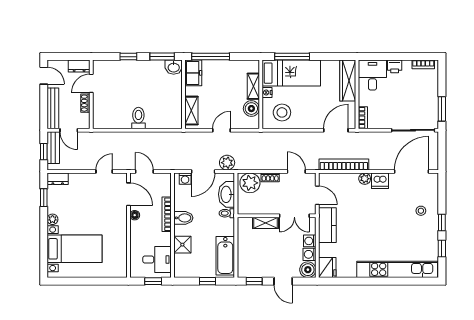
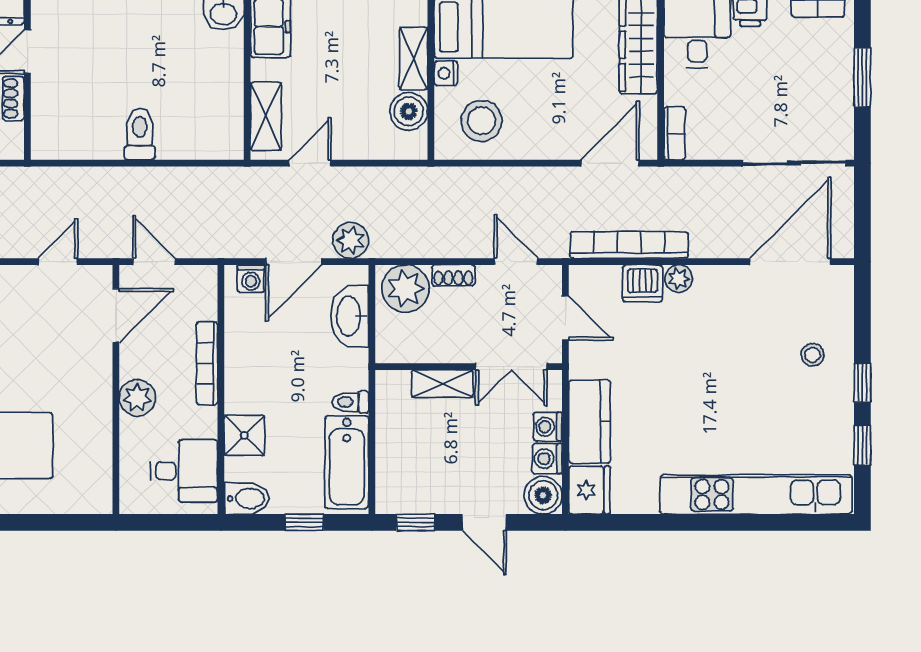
window: (442, 109) -> (862, 78), moved
door: (221, 130) -> (310, 163), moved
dishwasher: (380, 181) -> (642, 283), moved
door: (128, 194) -> (116, 316), hinge flipped
toilet: (227, 213) -> (350, 402), moved
floor lamp: (135, 215) -> (131, 365), removed
bidet: (183, 218) -> (247, 499), moved
kitchen counter: (327, 225) -> (590, 422), moved
plant: (137, 229) -> (137, 398), added
window: (153, 281) -> (175, 522), removed

